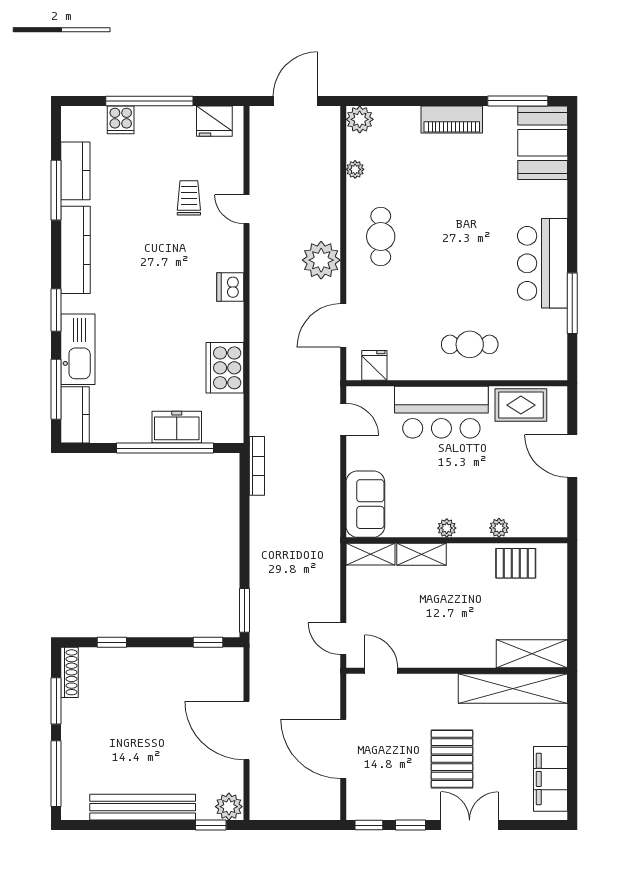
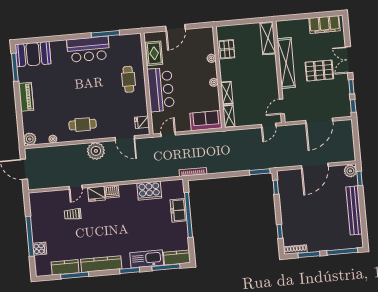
fridge: (214, 121) -> (96, 194), moved, turned 90
shelving: (513, 689) -> (286, 63), moved

